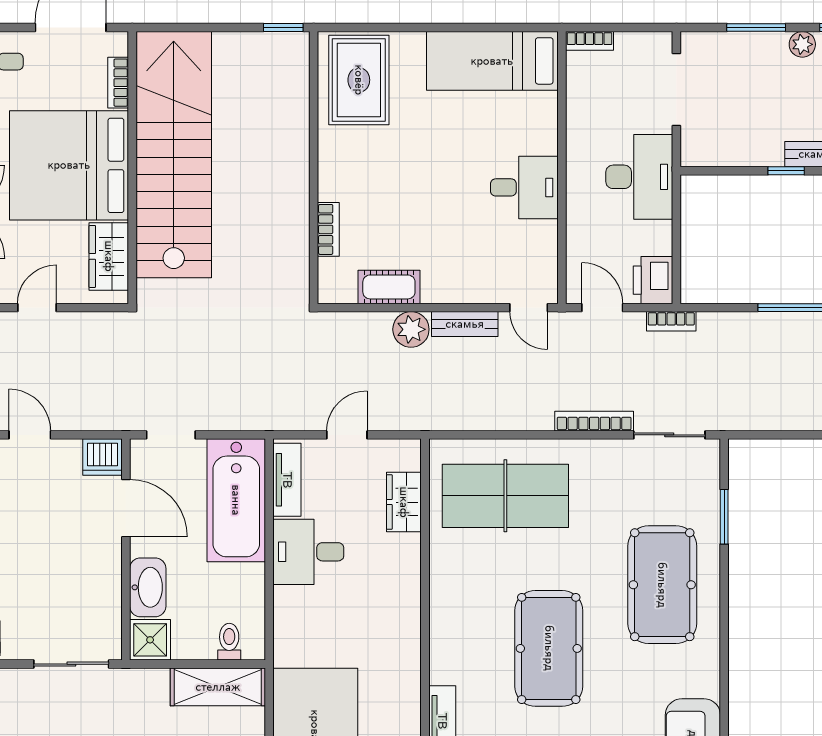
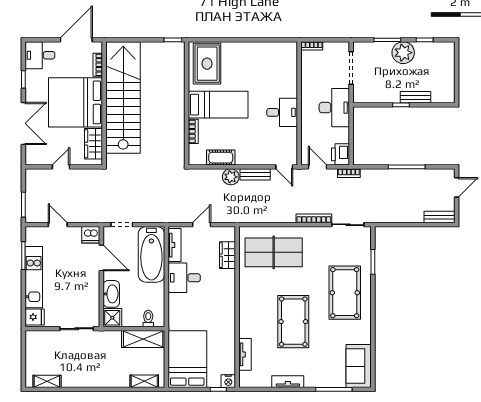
plant: (802, 44) -> (403, 53), width x1.88, depth x1.88
bed: (492, 61) -> (218, 105), moved, turned 180

